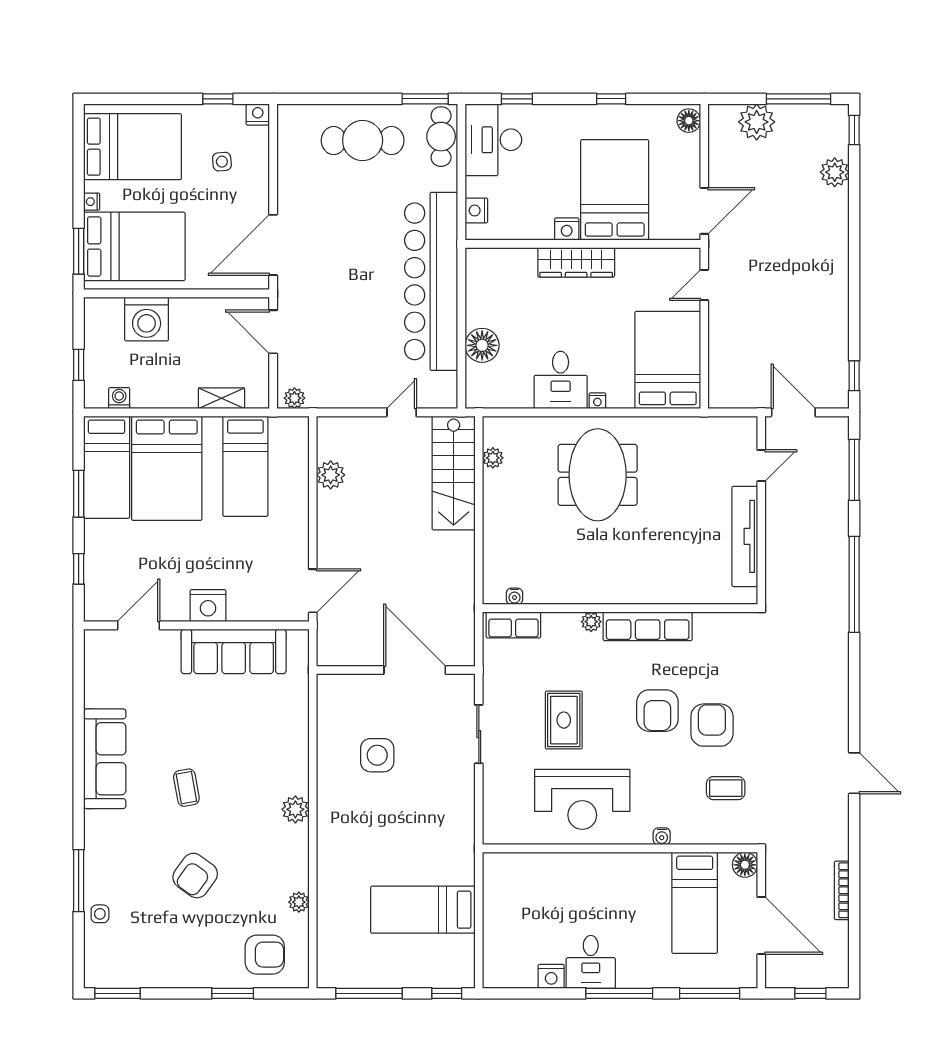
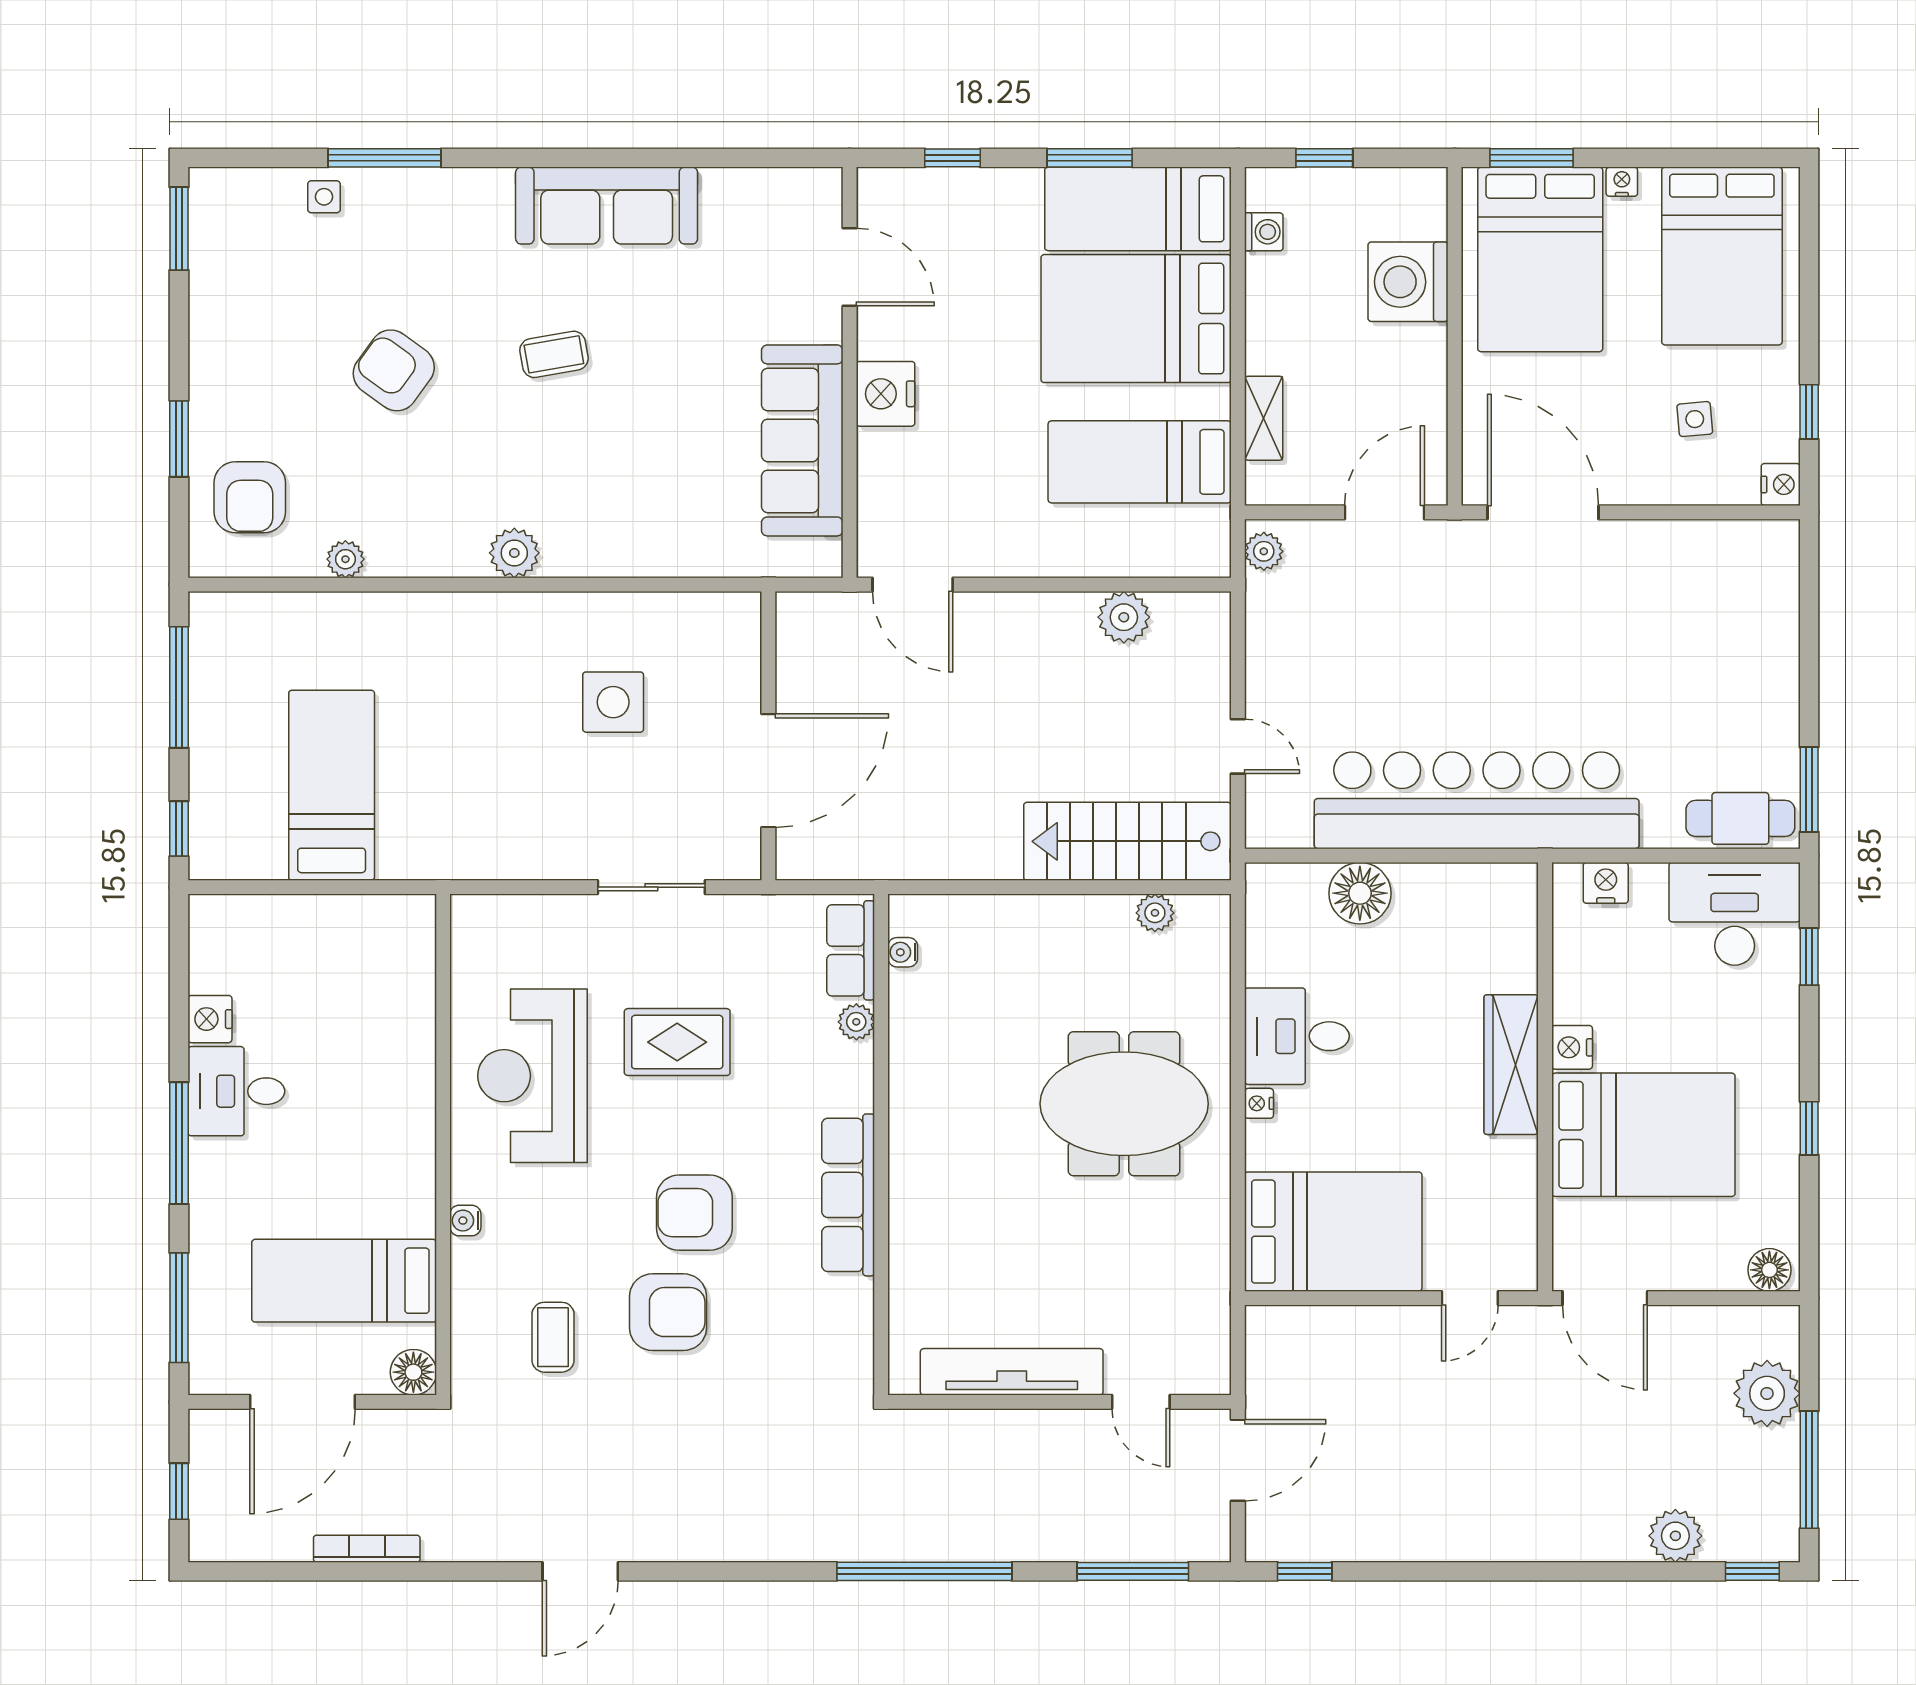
cafe table: (363, 141) -> (1733, 675), removed
door: (704, 285) -> (1470, 1298), swing flipped
plant: (591, 622) -> (856, 1022), moved

